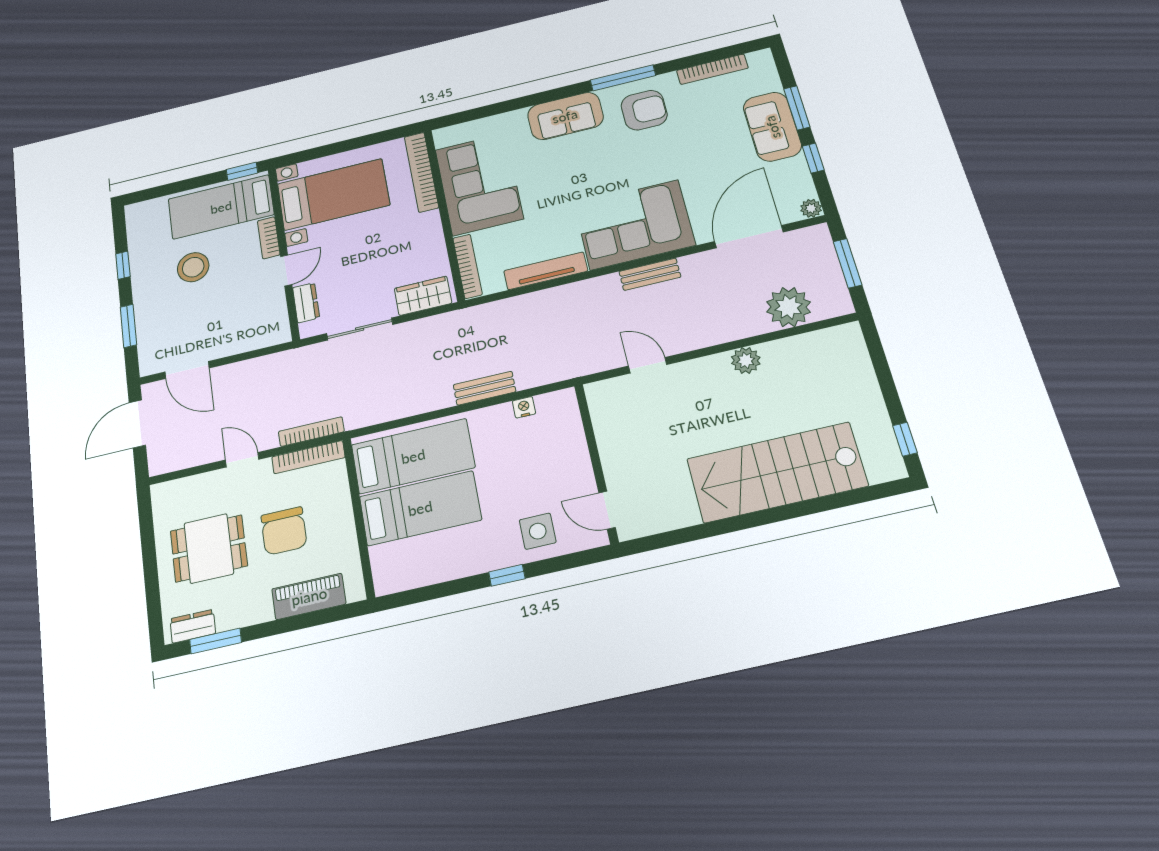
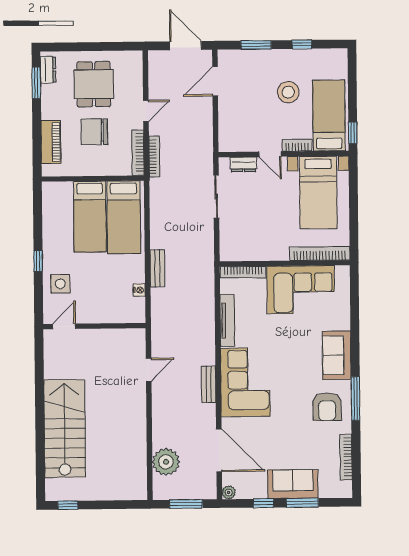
wardrobe: (423, 296) -> (229, 240), removed
plant: (746, 360) -> (138, 428), removed

